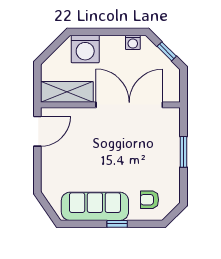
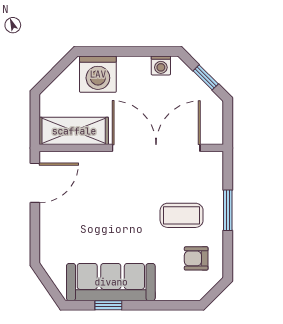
coffee table: (148, 156) -> (182, 215), added
armchair: (149, 200) -> (196, 258), moved
window: (117, 224) -> (108, 305), moved

